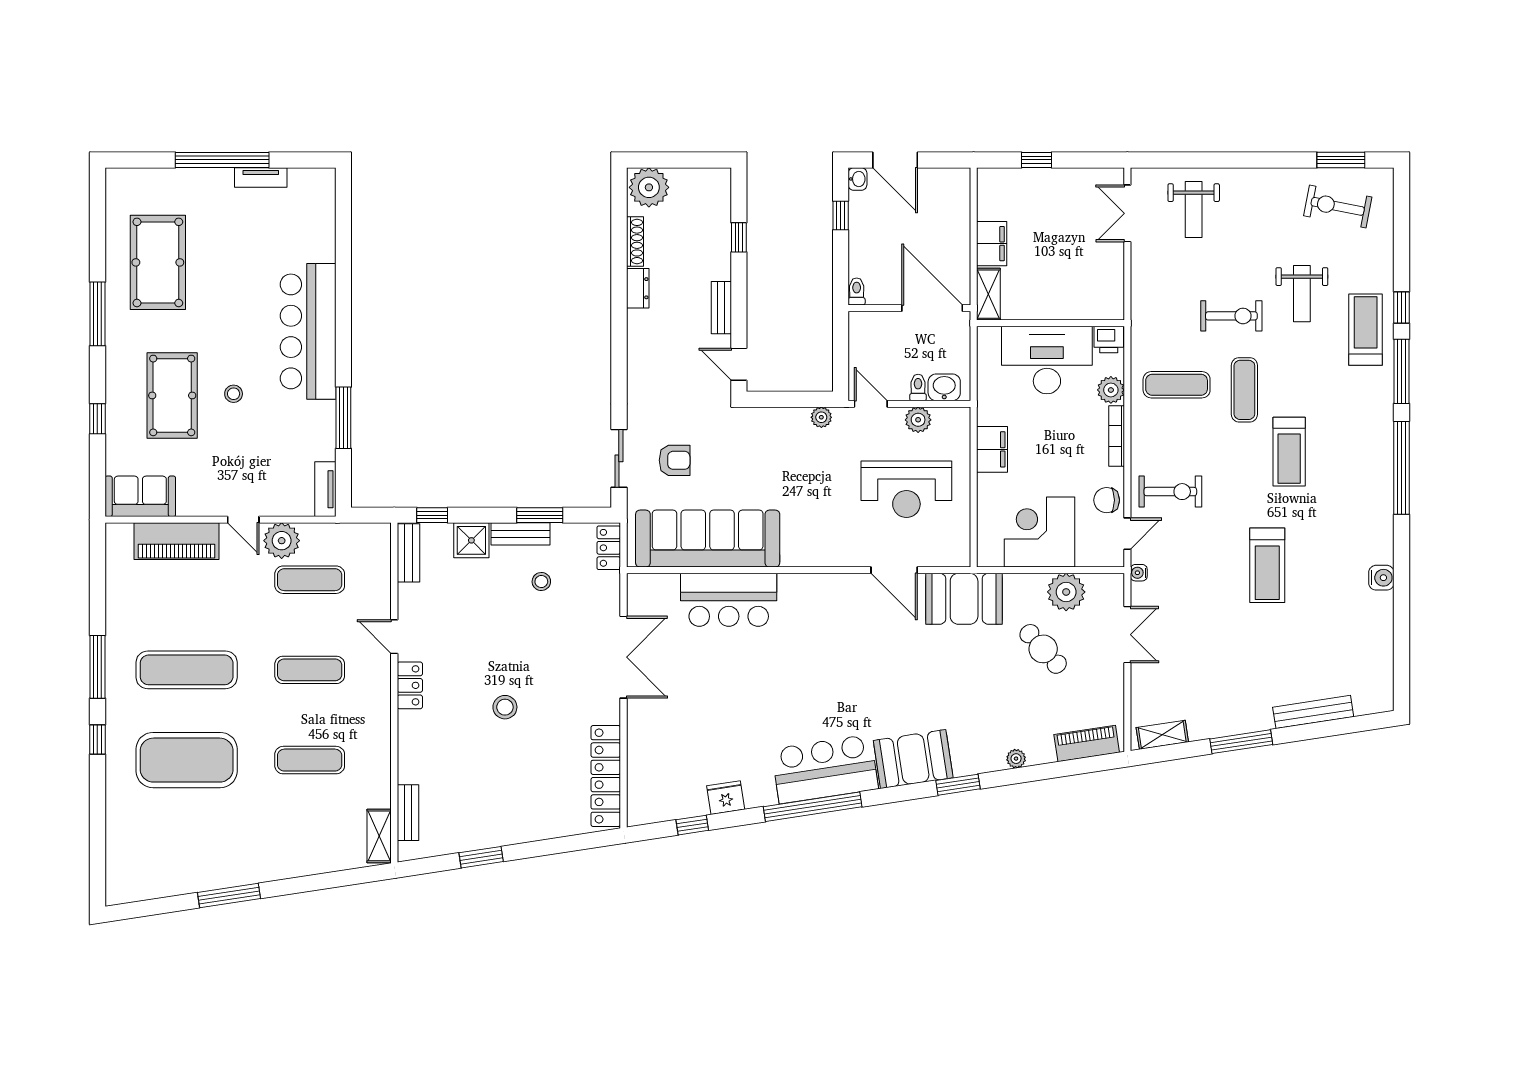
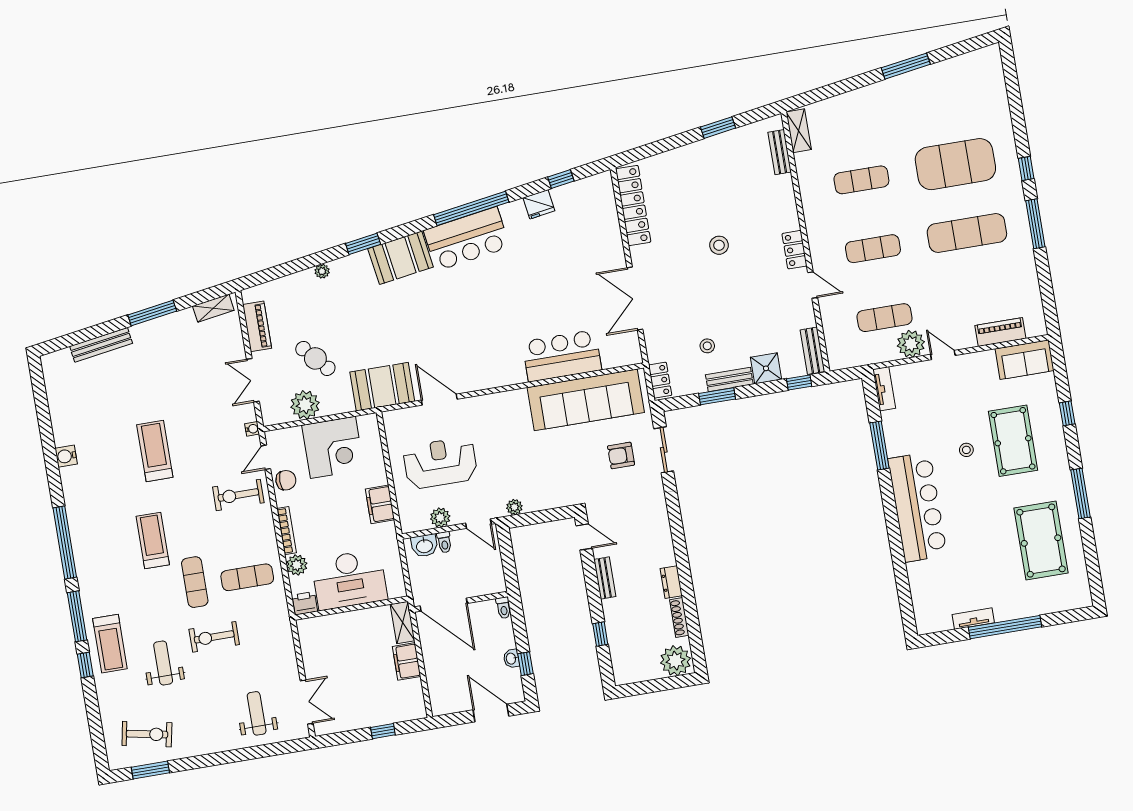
washbasin: (858, 179) -> (511, 659), moved
piano: (176, 541) -> (1000, 332), width x0.73, depth x0.75
piano: (1087, 743) -> (257, 326), moved, turned -81

